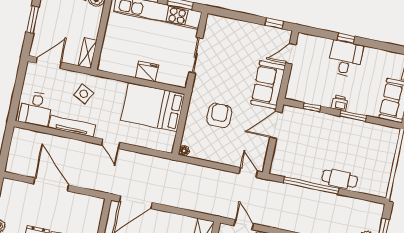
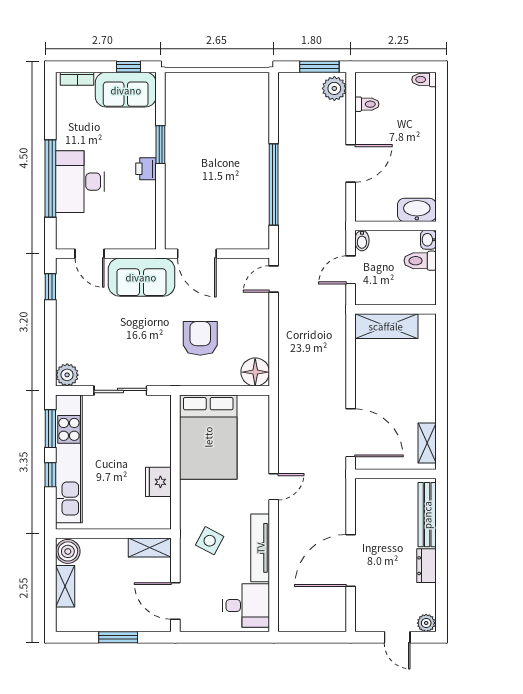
plant: (214, 22) -> (67, 375), added
window: (346, 38) -> (50, 179), width x3.17
desk: (345, 59) -> (80, 182), width x1.37
fridge: (147, 71) -> (158, 482), moved
window: (312, 107) -> (160, 207), removed
armchair: (219, 115) -> (200, 338), turned 90
floor lamp: (184, 151) -> (255, 372), width x1.89, depth x1.89
cafe table: (340, 179) -> (255, 145), removed

